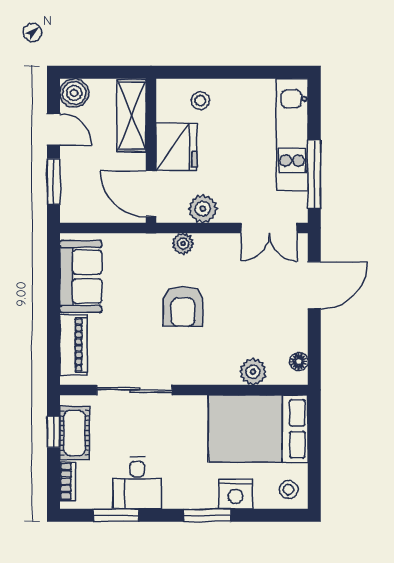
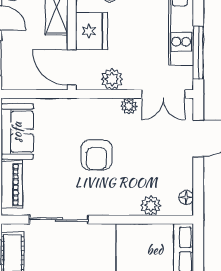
plant: (183, 244) -> (129, 106), moved

